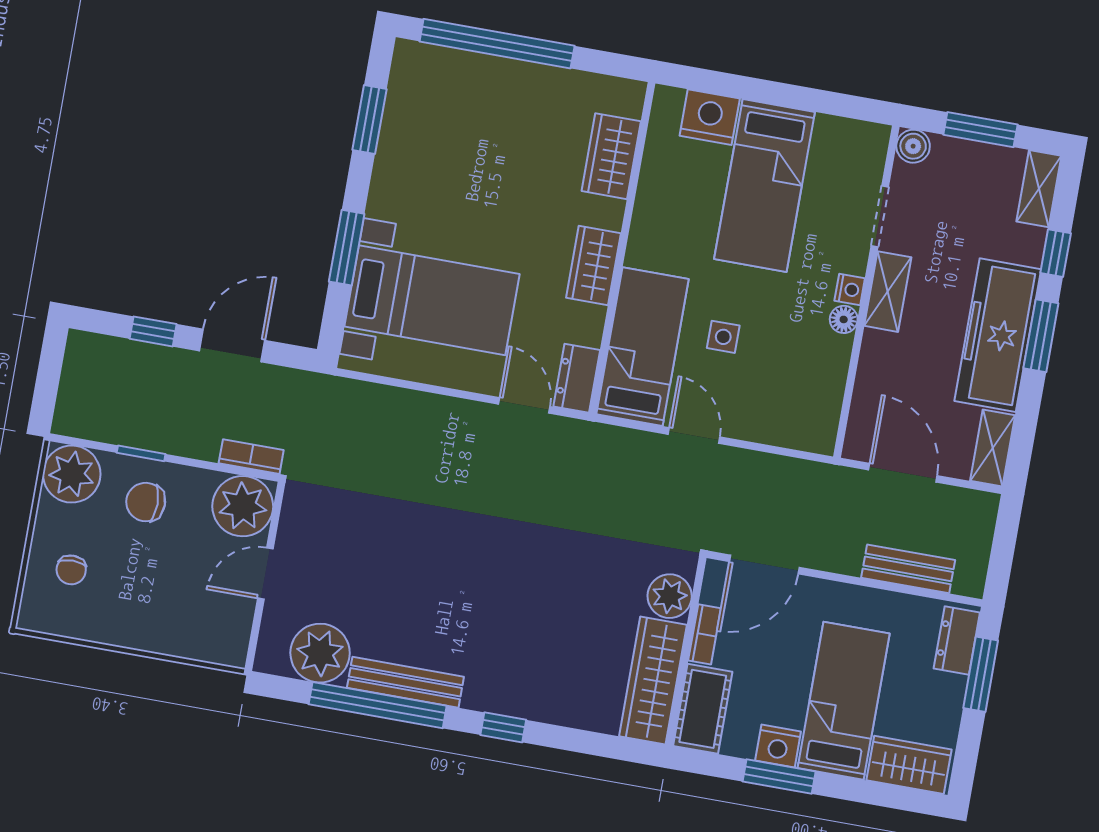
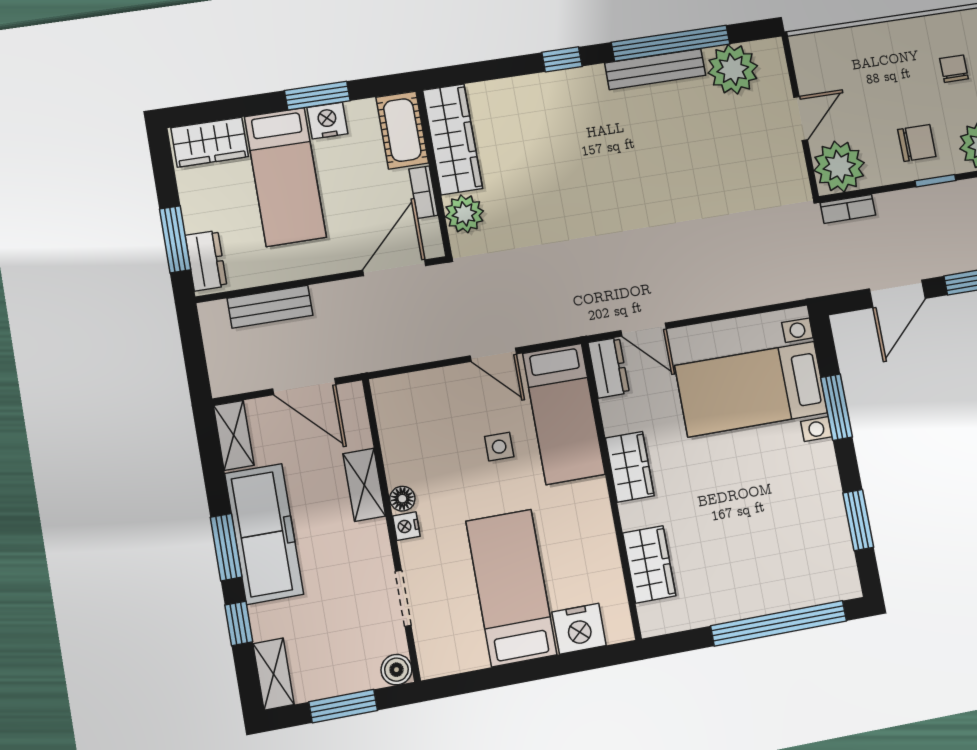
shelving: (888, 292) -> (364, 485), moved

